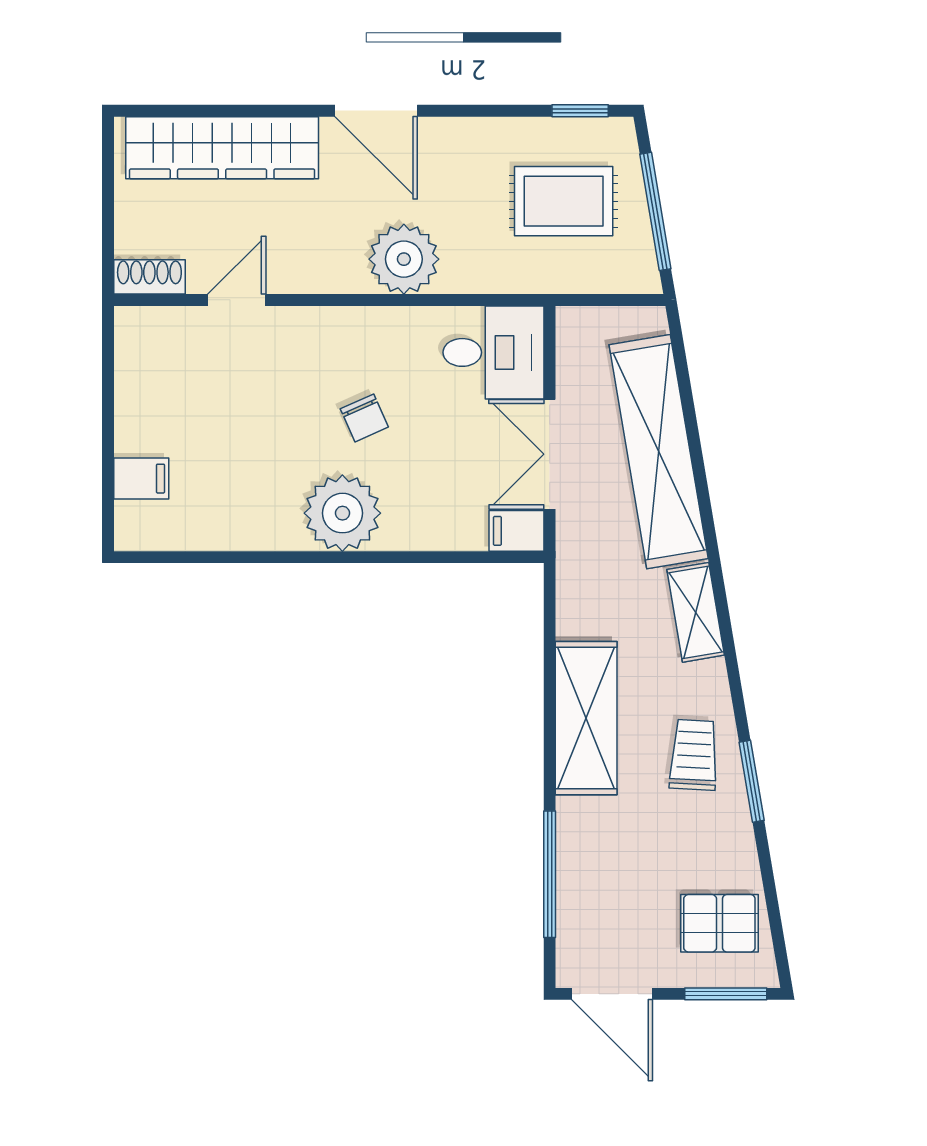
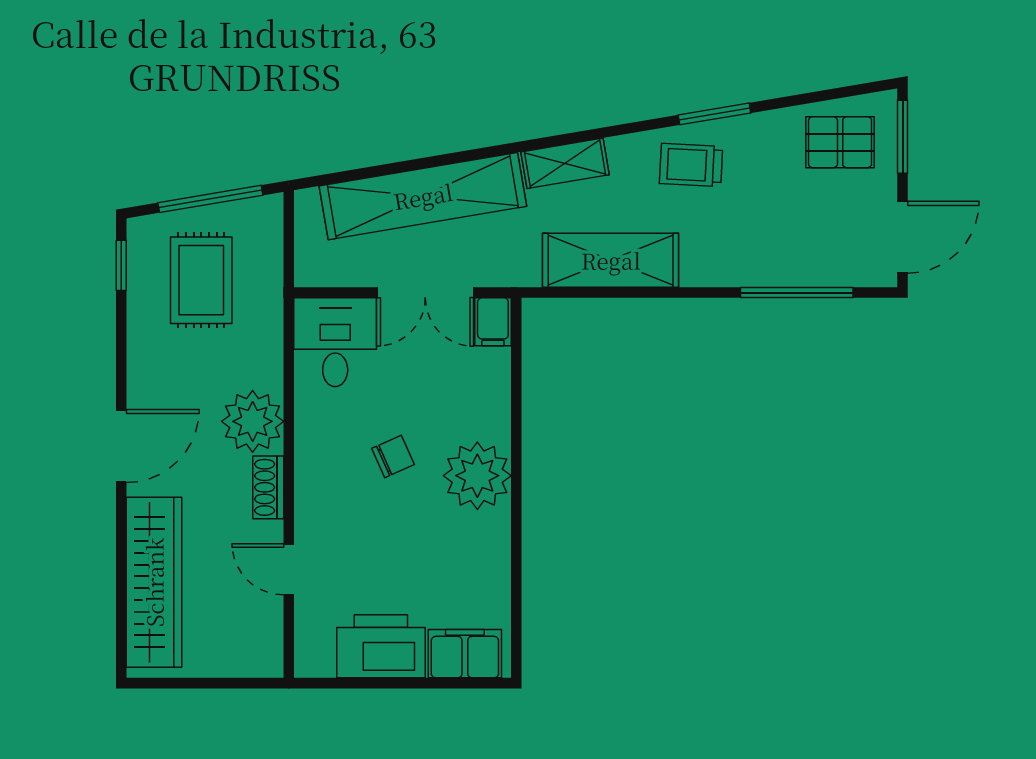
shoe rack: (149, 277) -> (268, 487), moved
printer: (150, 404) -> (381, 646), added
filing cabinet: (141, 479) -> (465, 654), width x2.00
shelving: (586, 718) -> (611, 260), moved
pallet: (719, 923) -> (840, 142), turned 90

